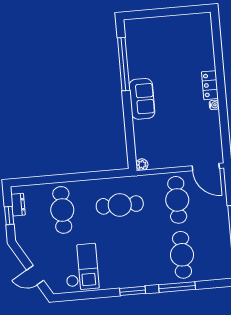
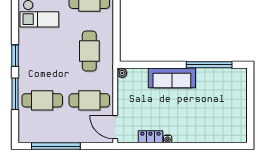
locker: (210, 85) -> (150, 137), moved
sofa: (142, 99) -> (172, 78), width x1.36
door: (206, 167) -> (115, 127), hinge flipped

